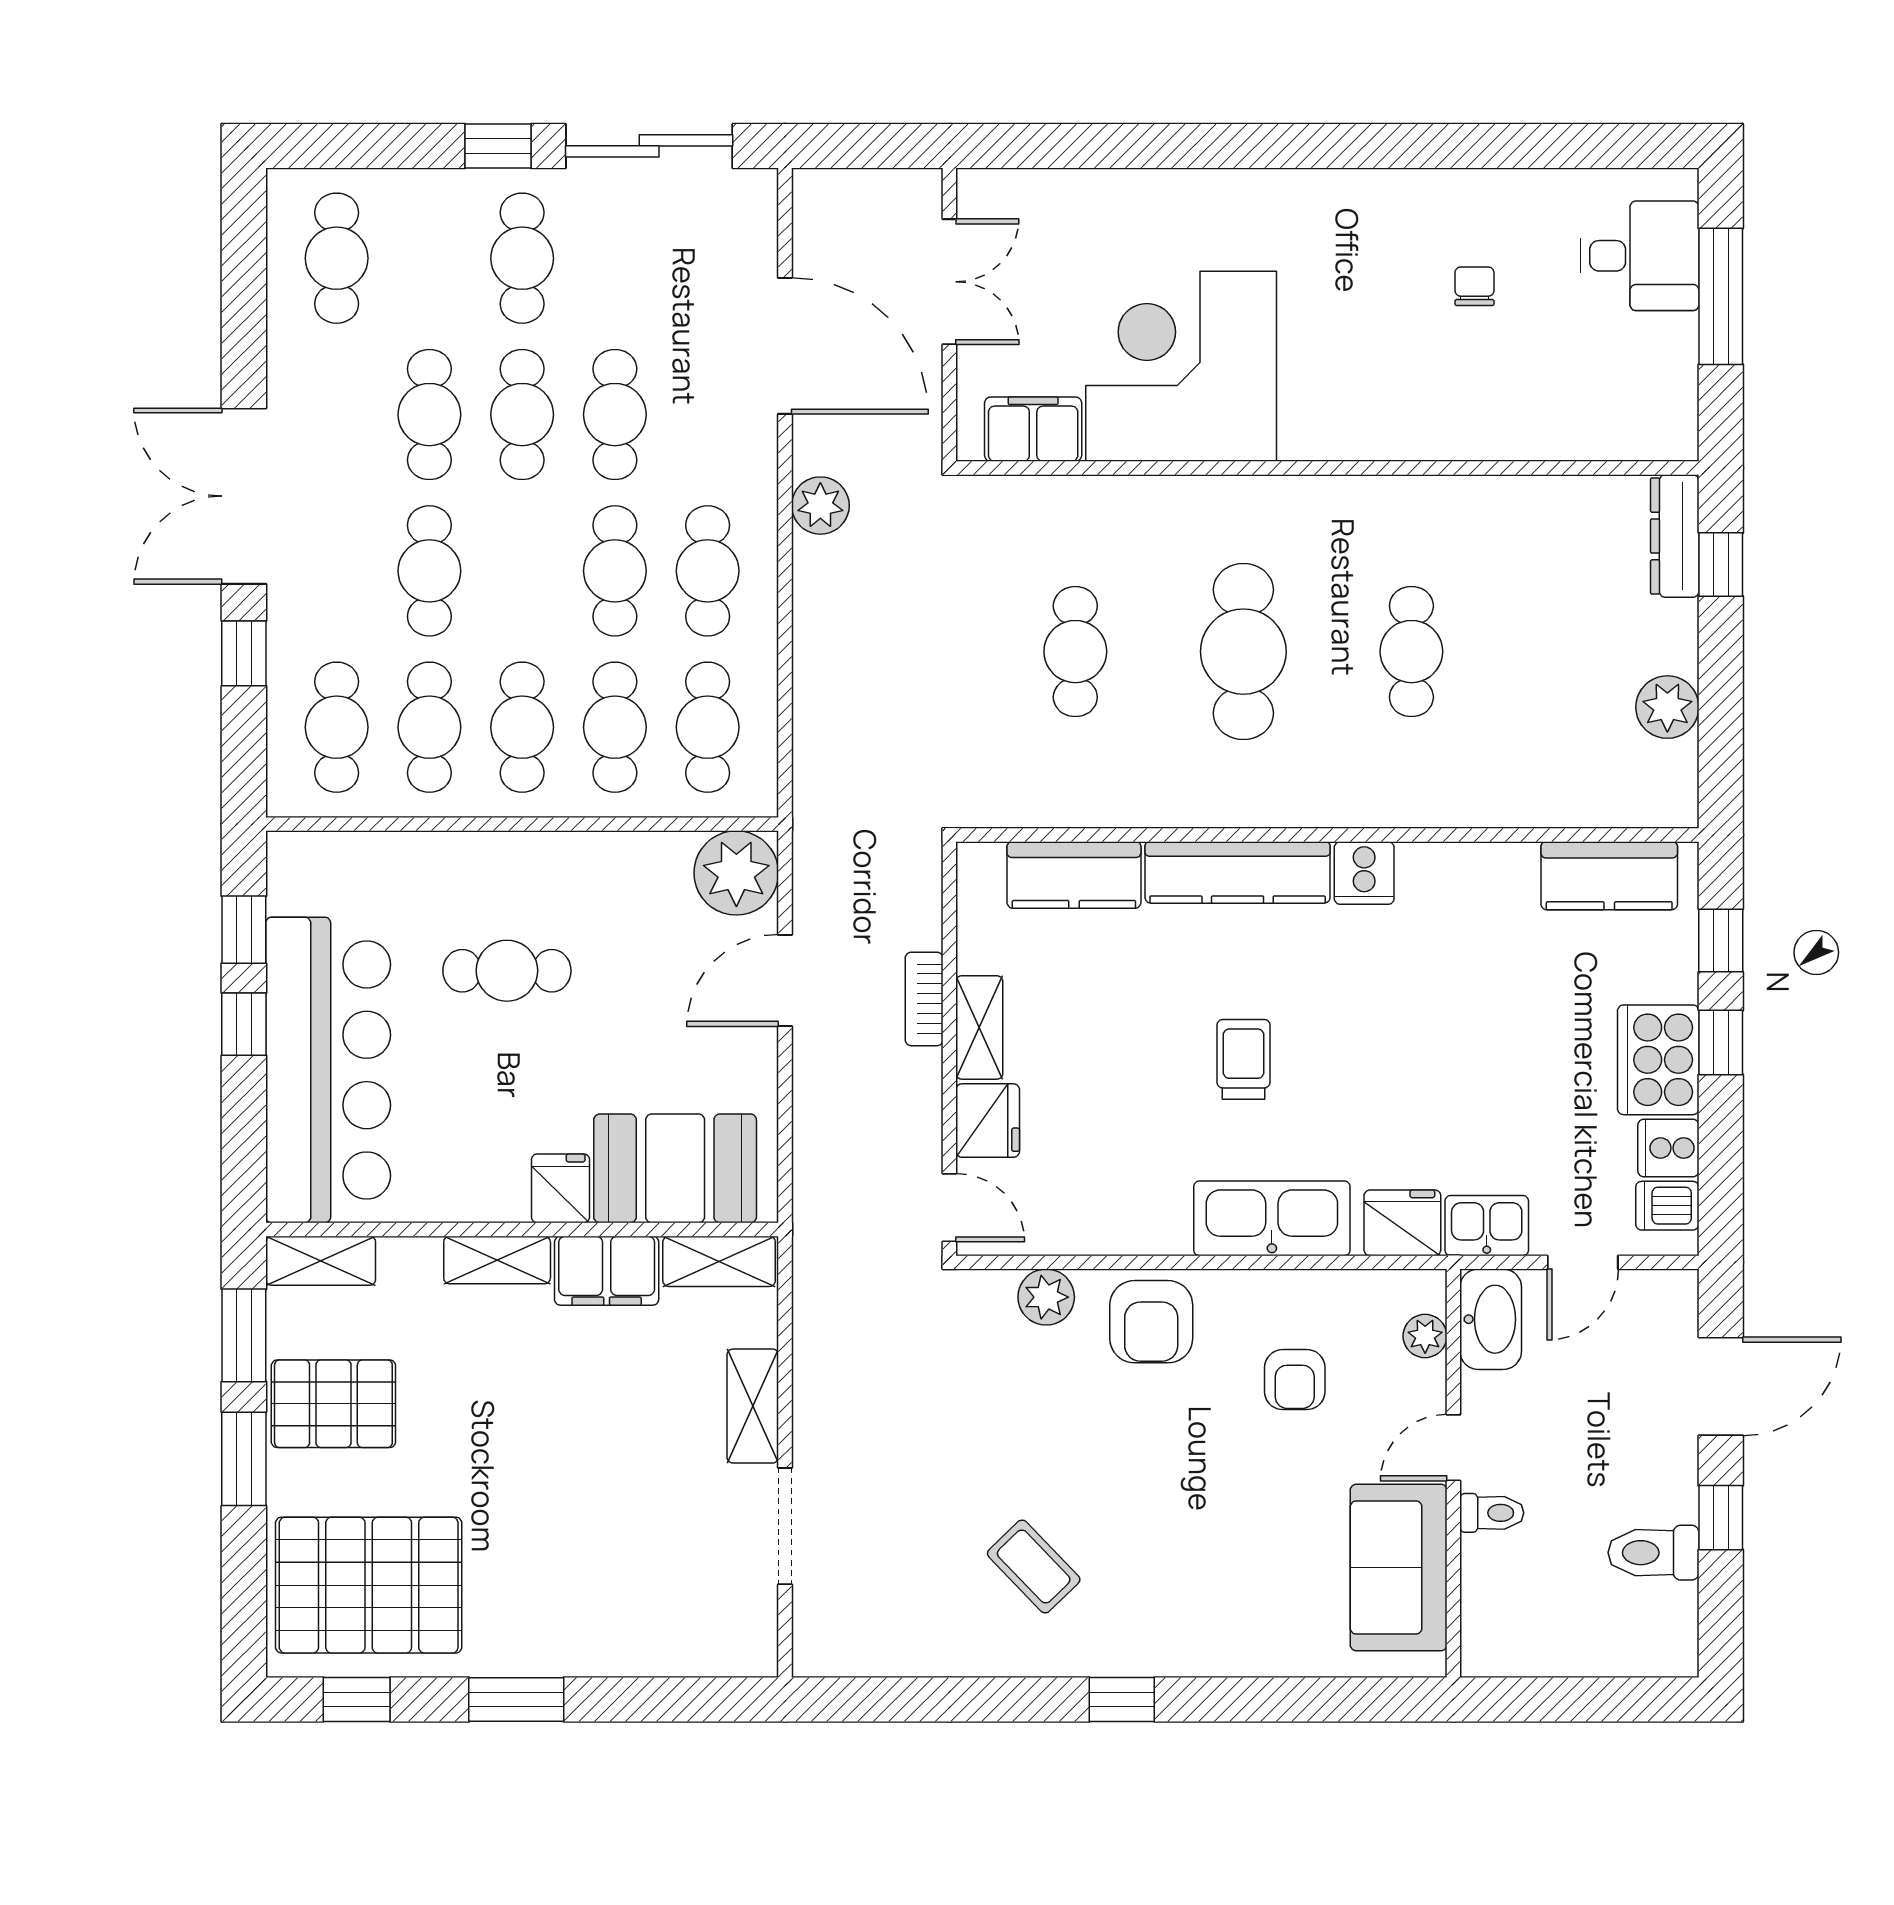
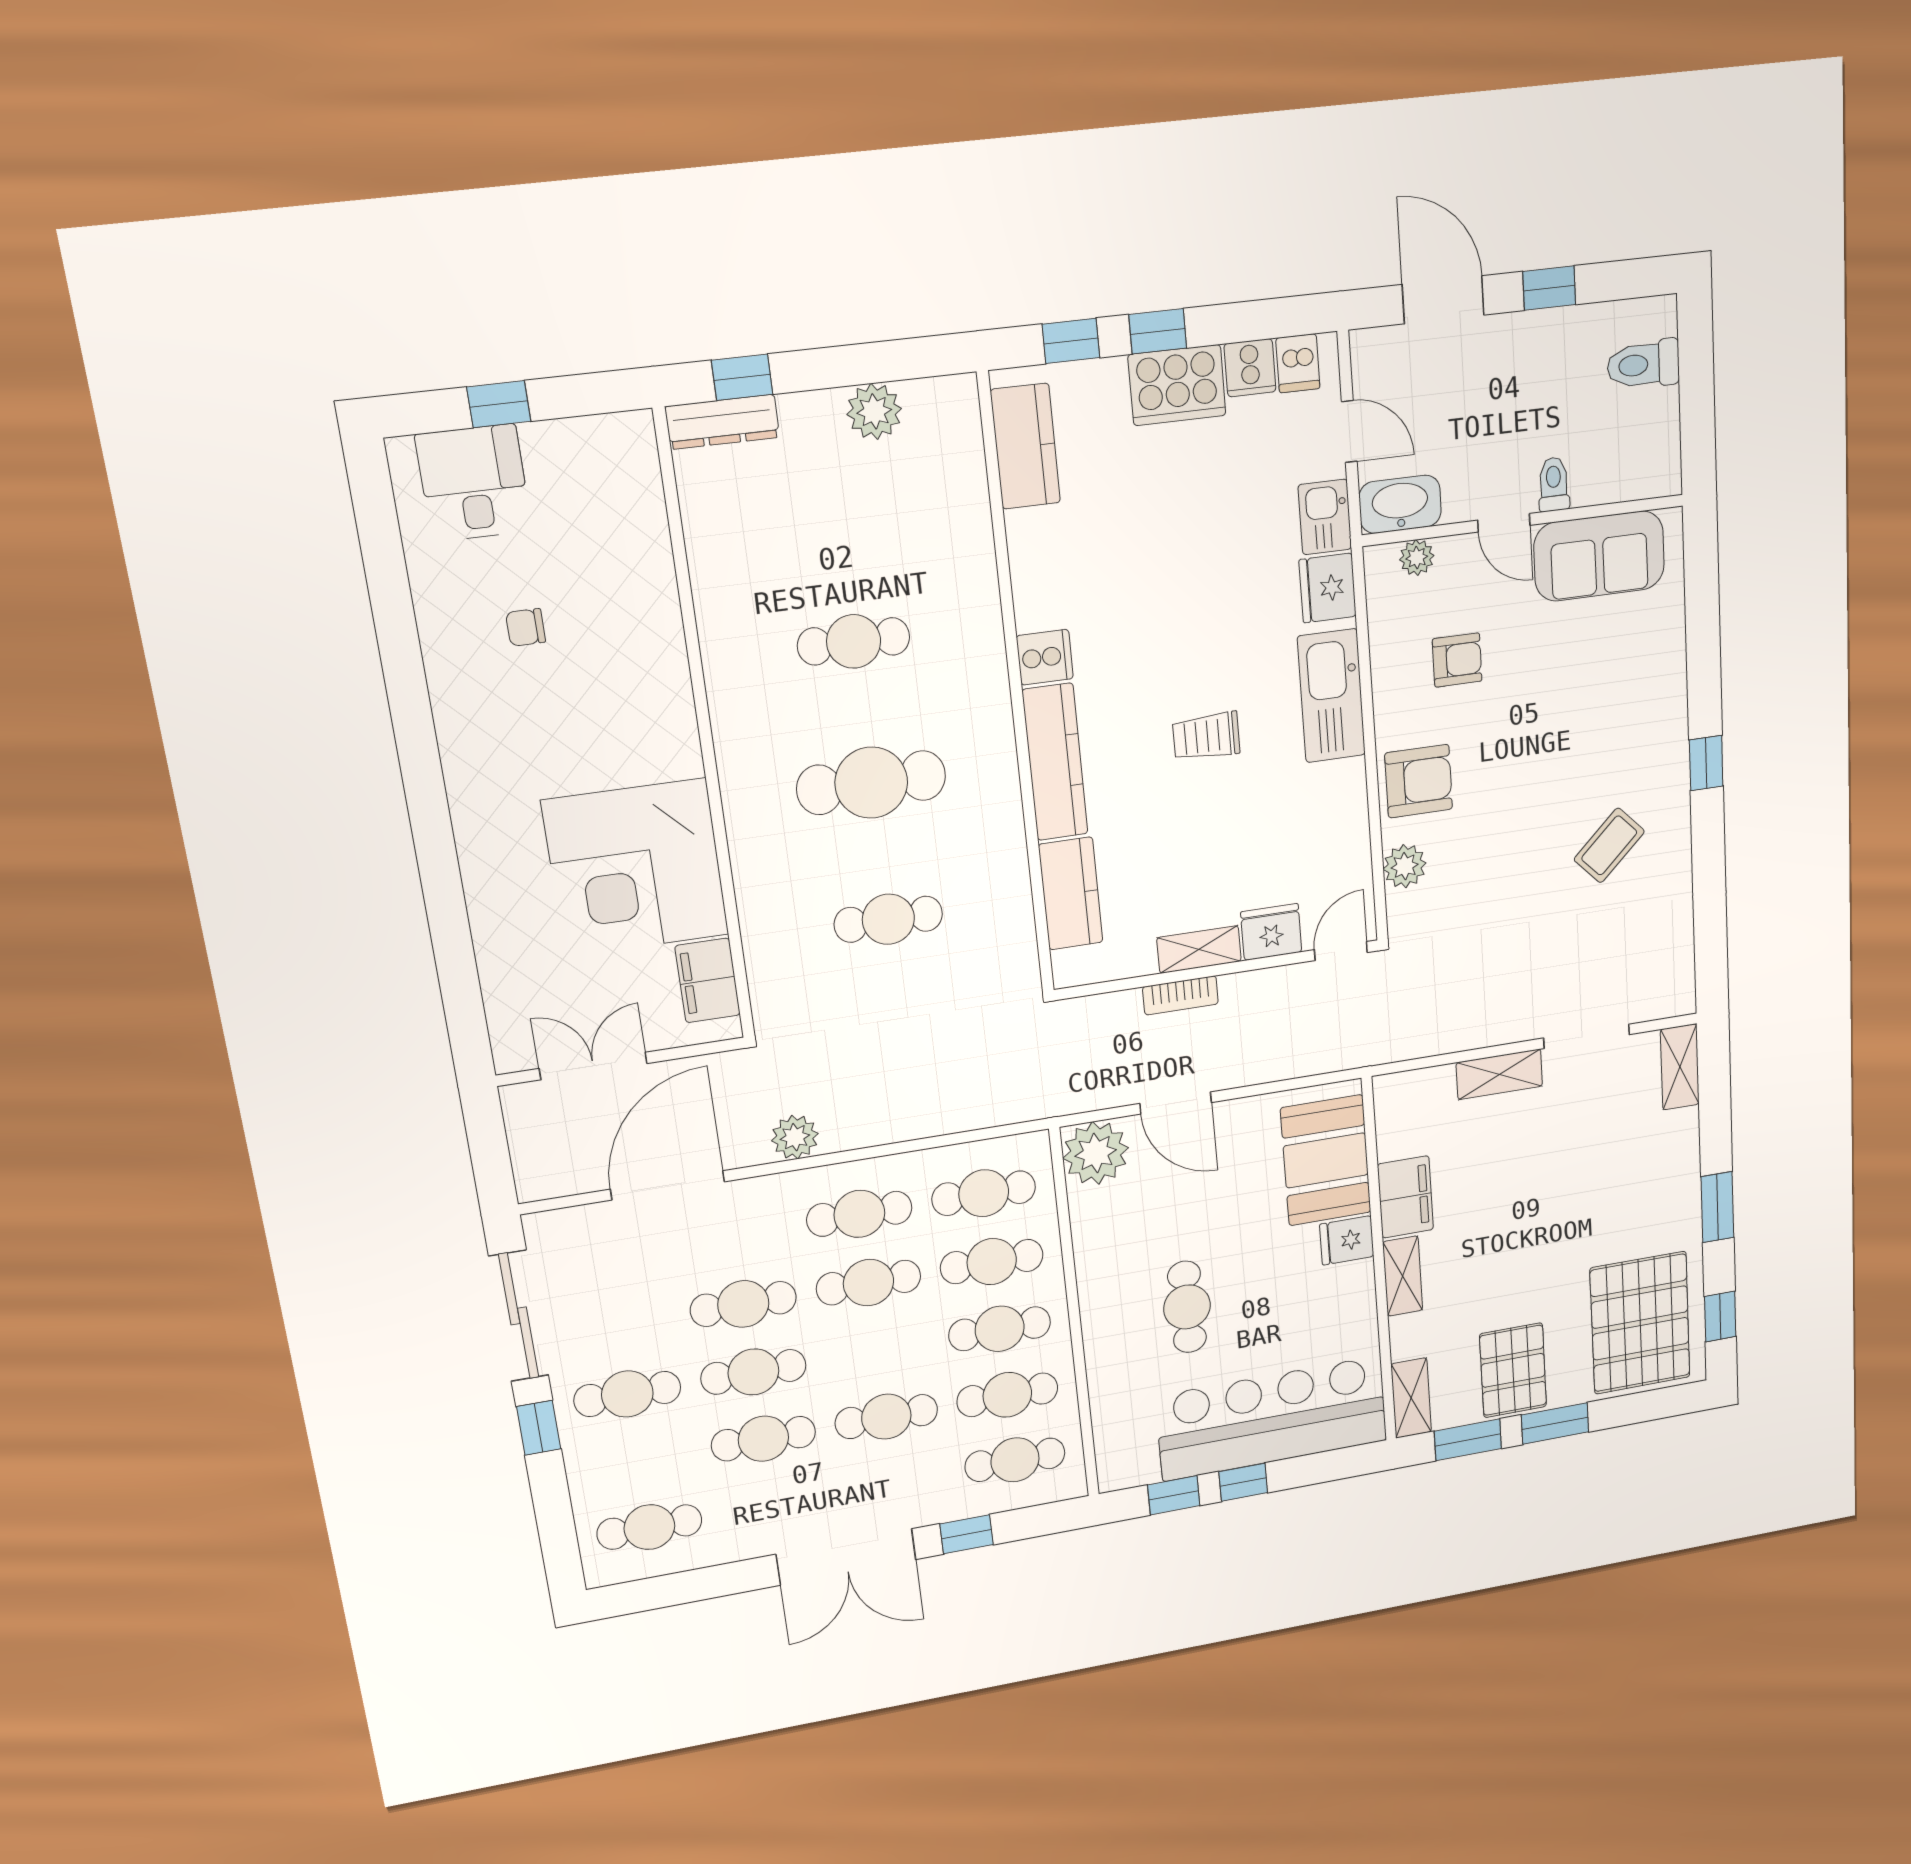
window: (1721, 296) -> (499, 404), width x0.46
shelving: (719, 1261) -> (1680, 1067), moved
toilet: (1653, 1553) -> (1643, 364), moved, turned 90

